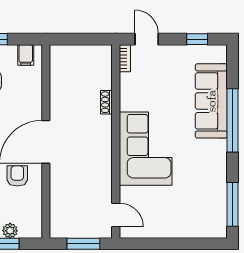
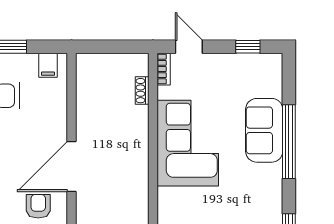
sofa: (211, 101) -> (264, 130), width x0.73
shoe rack: (106, 102) -> (142, 91), moved
corner sofa: (146, 149) -> (188, 143), moved

